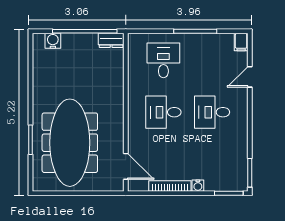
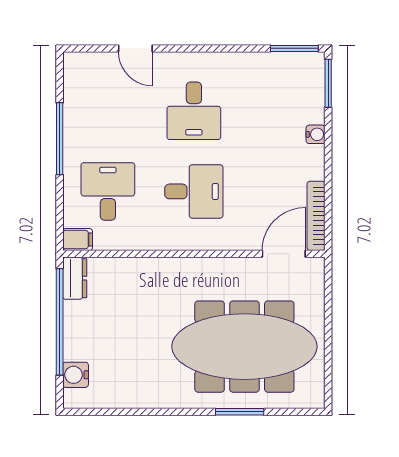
filing cabinet: (241, 42) -> (78, 240), moved
desk: (163, 60) -> (108, 191), turned 90
desk: (163, 112) -> (194, 191), turned -90
bookcase: (170, 186) -> (316, 216), moved

